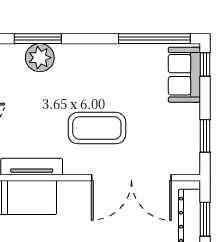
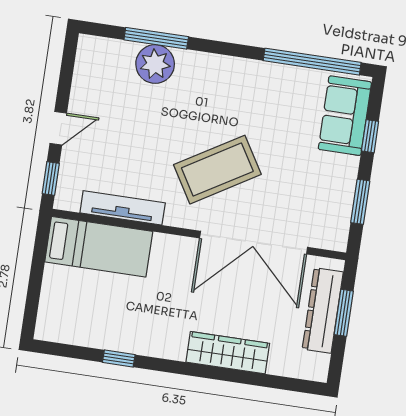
window: (205, 64) -> (370, 136), moved
coffee table: (97, 128) -> (217, 170), turned -31

